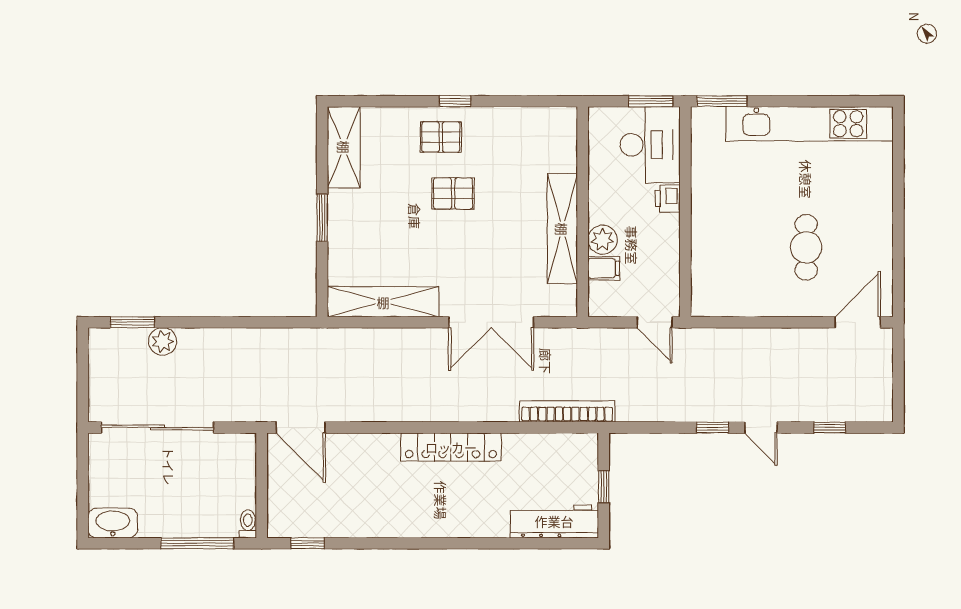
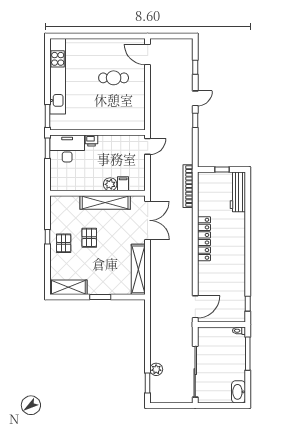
wall: (583, 212) -> (97, 193), moved
shelving: (562, 229) -> (105, 203), moved
plant: (603, 240) -> (110, 184), moved
filing cabinet: (604, 268) -> (123, 184), moved

